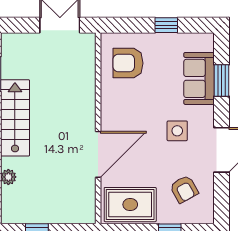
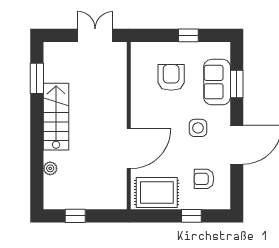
armchair: (128, 63) -> (171, 77), moved, turned 90
armchair: (184, 189) -> (204, 179), turned 119

